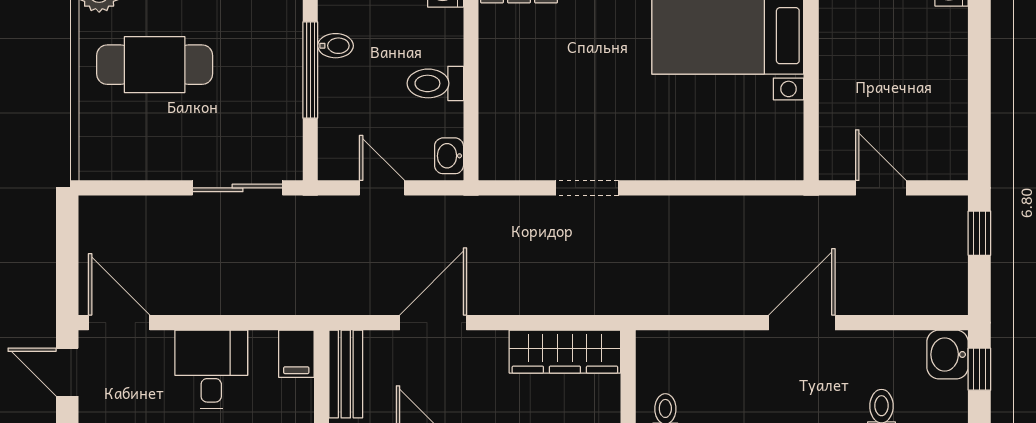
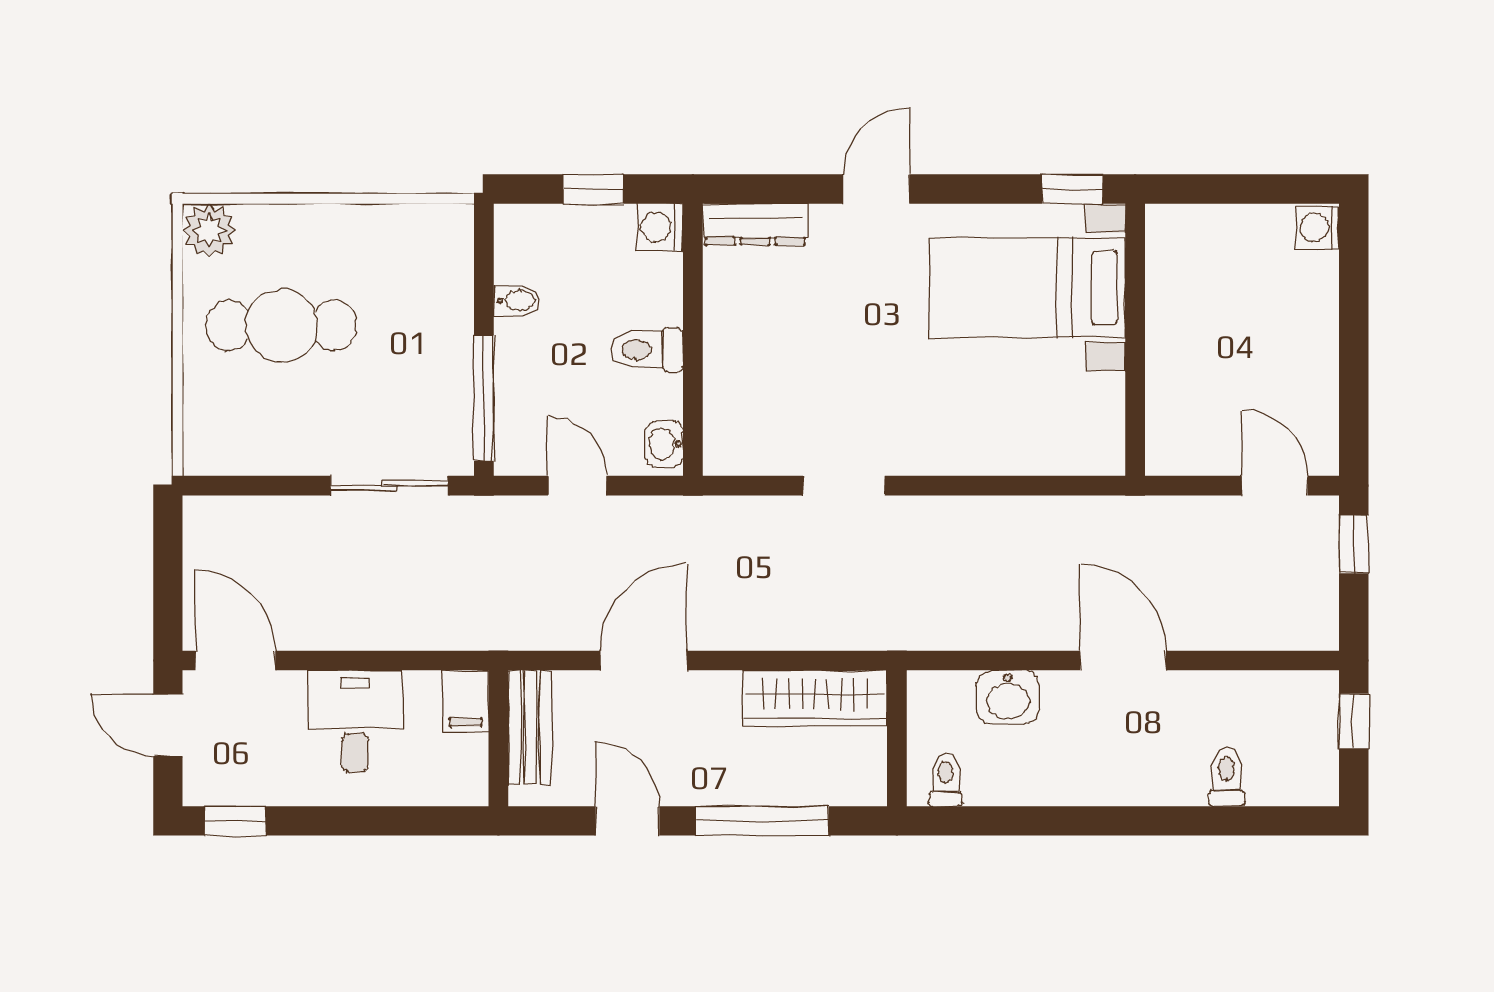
window: (310, 70) -> (484, 398), moved
door: (881, 188) -> (1275, 486), moved
door: (802, 323) -> (1123, 661), hinge flipped
washbasin: (948, 354) -> (1008, 697), moved, turned -90

